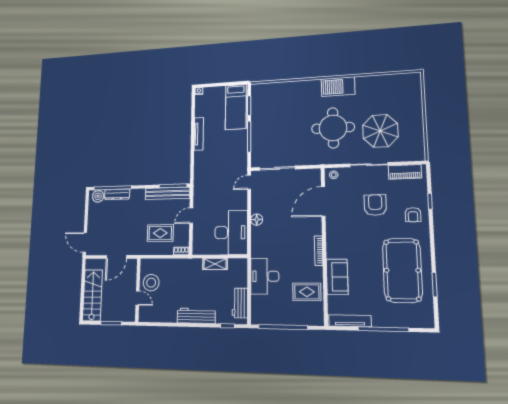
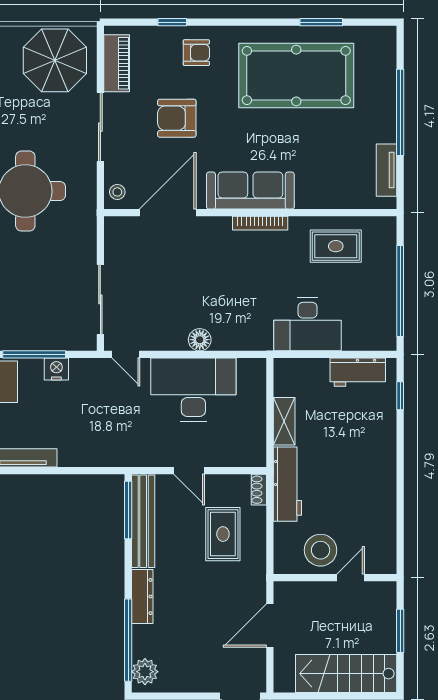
parasol: (380, 131) -> (55, 60), moved
nightstand: (242, 148) -> (56, 369), added
dresser: (117, 194) -> (142, 597), moved
door: (323, 201) -> (168, 213), swing flipped
desk: (231, 232) -> (193, 390), moved
door: (116, 257) -> (270, 625), swing flipped
sofa: (337, 277) -> (250, 191), moved, width x1.36
rug: (307, 292) -> (336, 246), turned 90
workbench: (196, 316) -> (287, 484), moved, turned 180
tv unit: (350, 321) -> (387, 170), width x0.71

